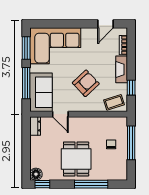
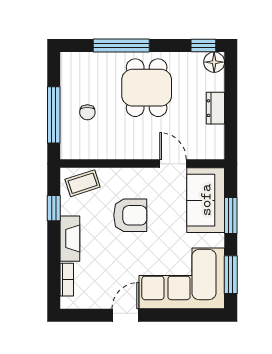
door: (106, 24) -> (125, 315), moved
window: (26, 83) -> (231, 216), width x0.69
armchair: (86, 83) -> (130, 215), turned -137
dresser: (35, 126) -> (215, 108), moved

